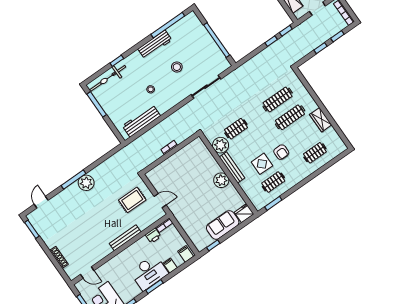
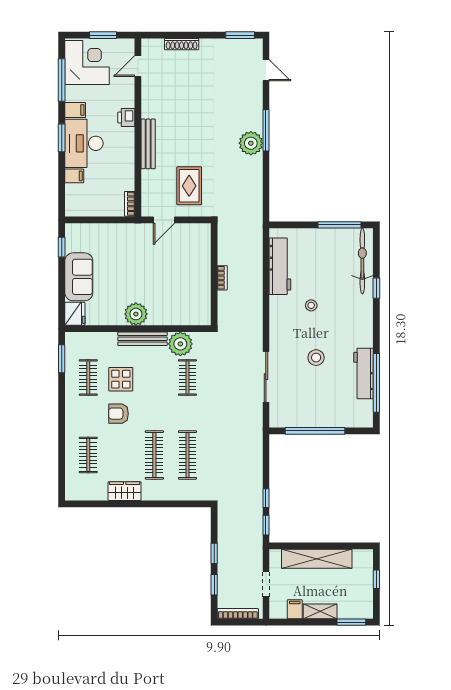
workbench: (155, 44) -> (364, 374), moved
printer: (153, 236) -> (126, 117), moved
filing cabinet: (186, 254) -> (75, 110), moved

